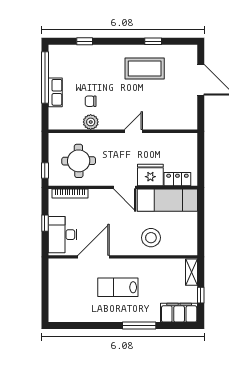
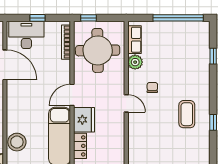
coffee table: (145, 69) -> (187, 114), width x0.73, depth x0.76
row of seats: (55, 92) -> (134, 40), moved, turned -90
chair: (91, 101) -> (152, 87), moved
round table: (79, 161) -> (98, 50), width x1.36, depth x1.36
stool: (151, 238) -> (17, 142), moved

